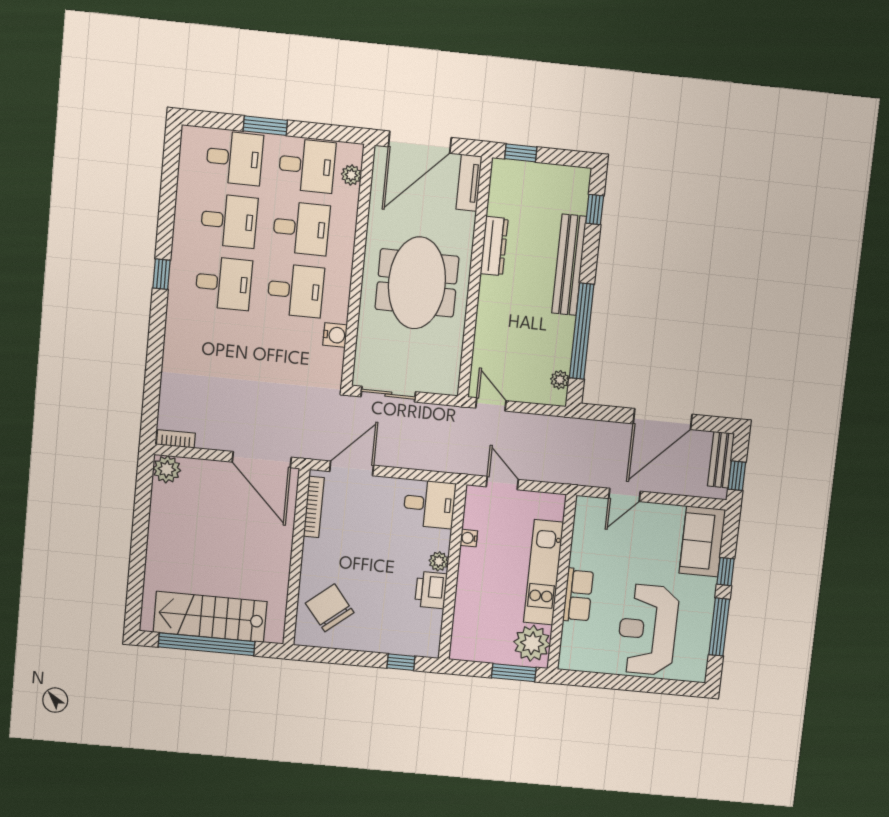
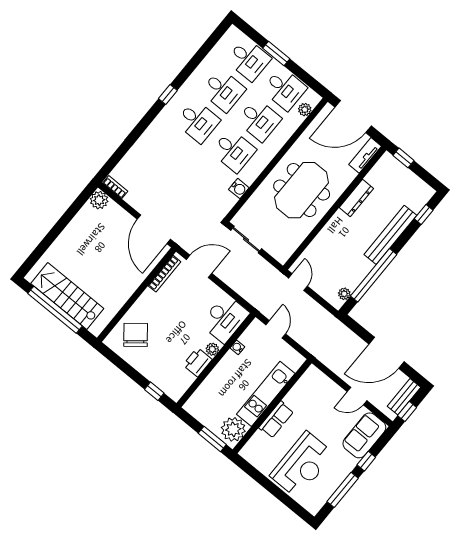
door: (625, 495) -> (357, 396), moved
desk: (429, 504) -> (225, 319), width x1.37
reception desk: (648, 630) -> (302, 465), turned 180

